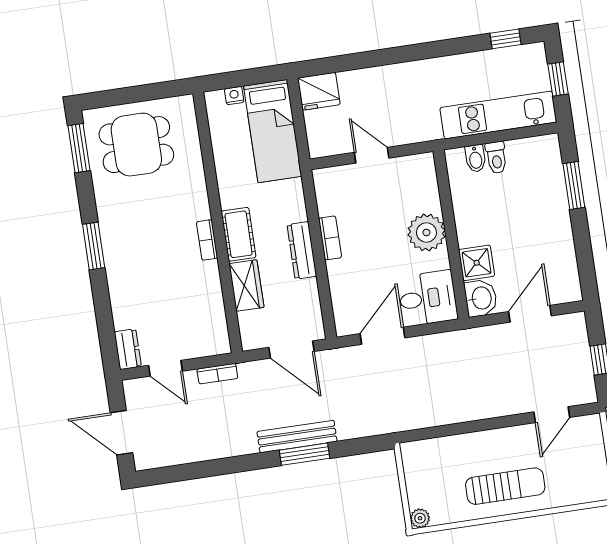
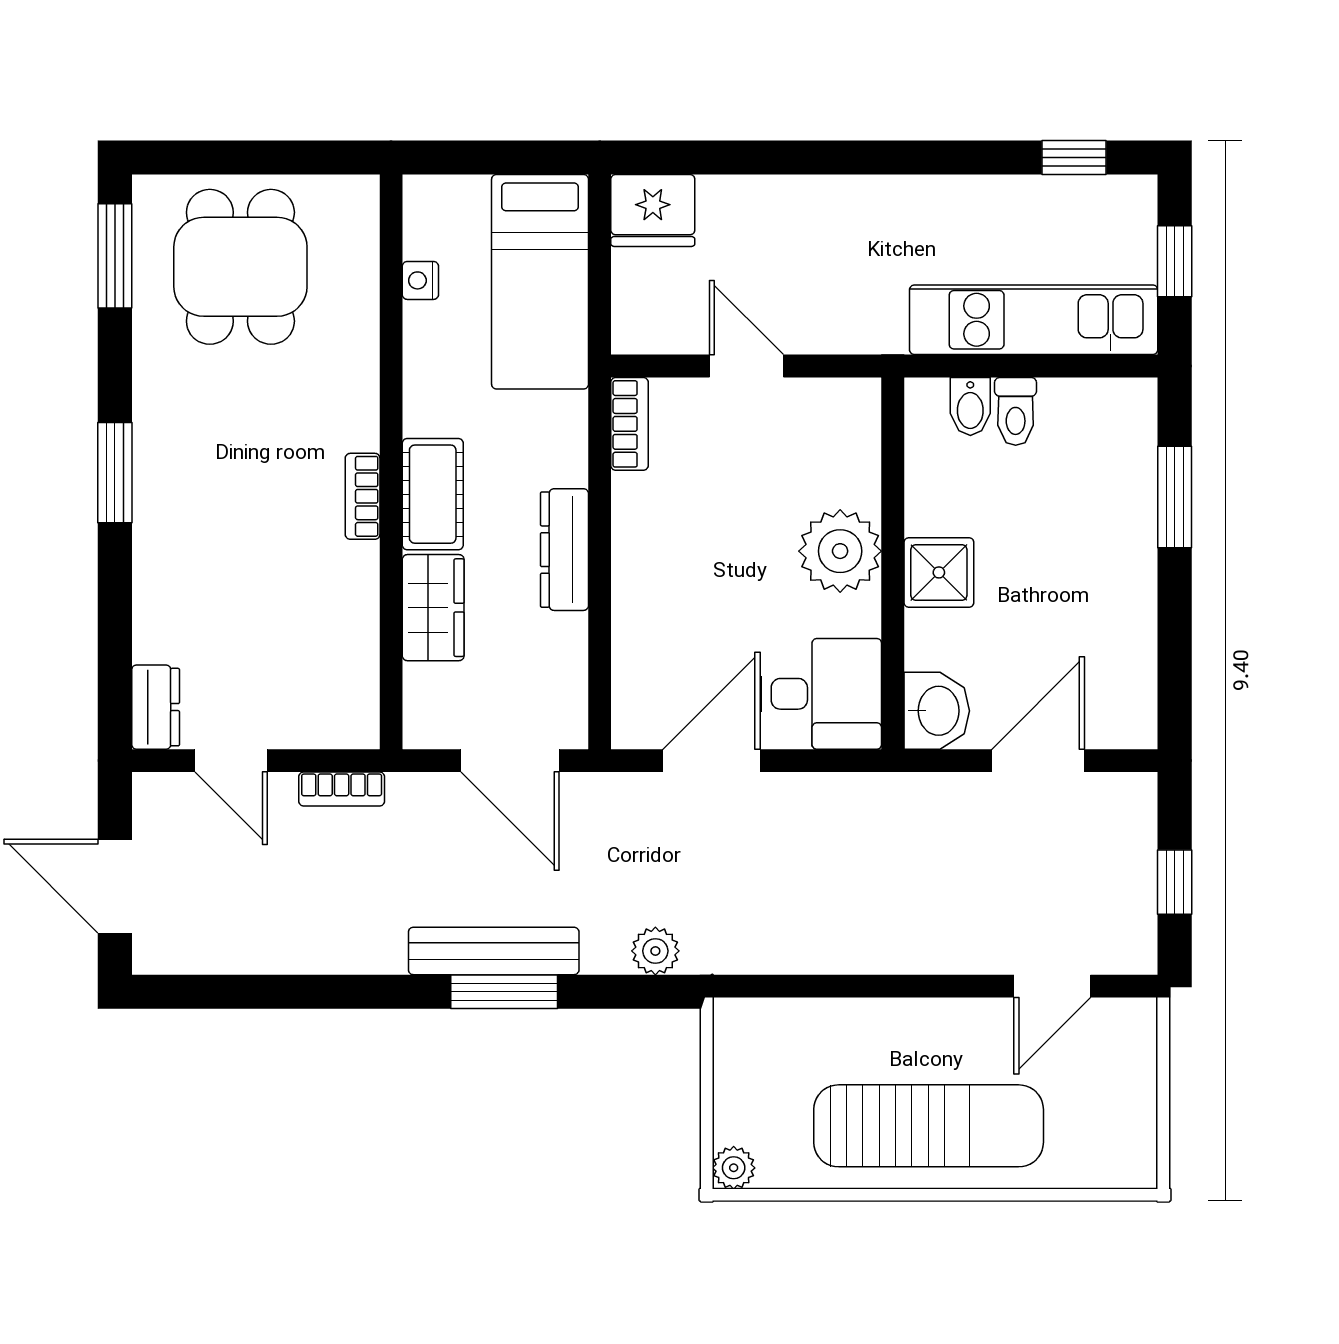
nightstand: (234, 96) -> (420, 280), moved, turned -90
dining table: (136, 145) -> (240, 267), turned 90
bookcase: (330, 238) -> (630, 424), moved
shower: (477, 263) -> (939, 572), moved
plant: (370, 426) -> (655, 951), added
sun lounger: (505, 486) -> (929, 1126), width x1.36, depth x1.34

